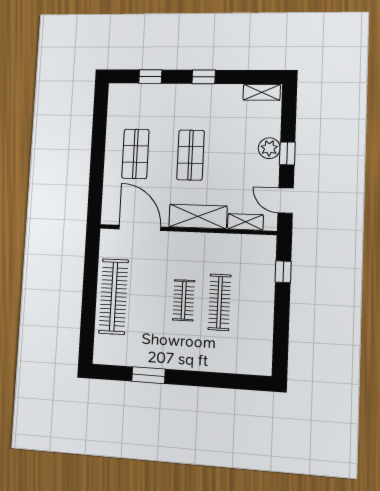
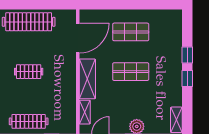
window: (150, 77) -> (187, 55), moved
clothes rail: (219, 302) -> (29, 121), moved

